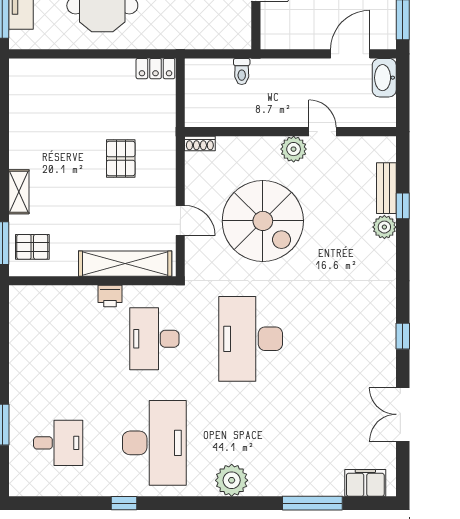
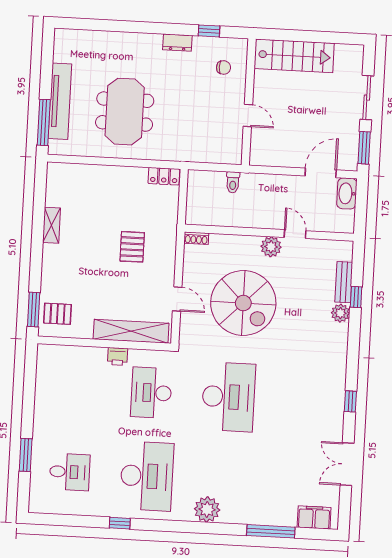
shelving: (19, 192) -> (52, 225), moved
desk: (251, 339) -> (228, 397), turned 180

